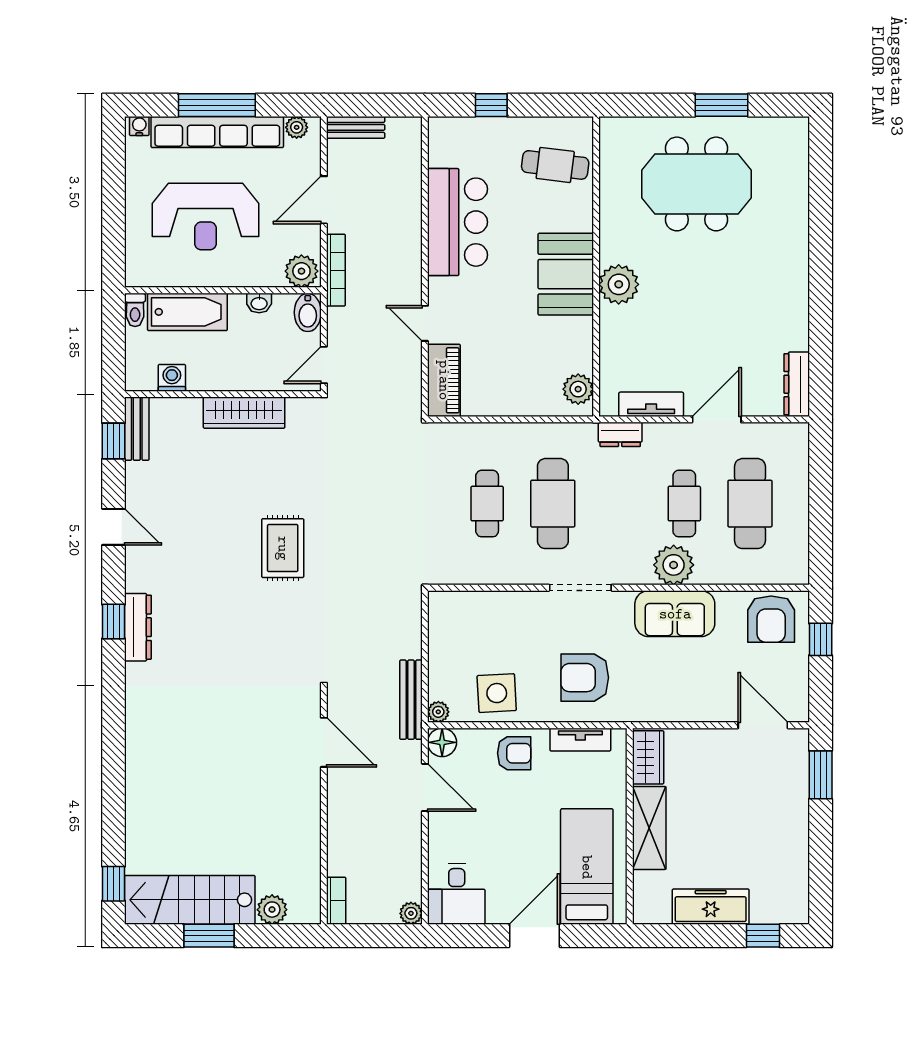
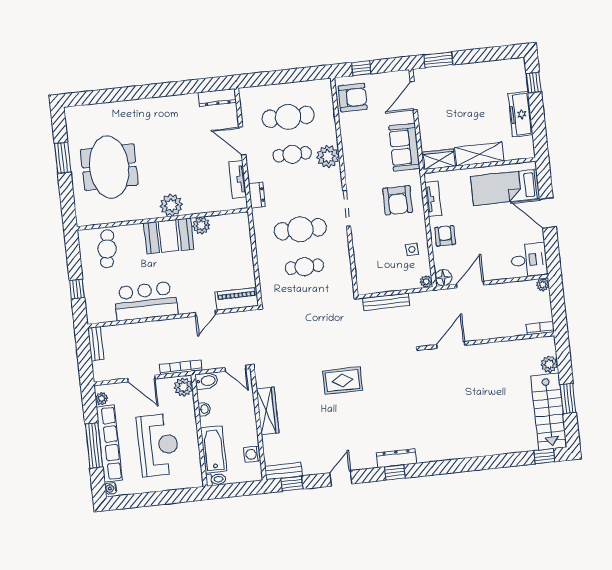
bench: (356, 127) -> (96, 344), moved
plant: (578, 389) -> (201, 225), moved
sofa: (675, 614) -> (404, 147), moved, turned 180
side table: (497, 693) -> (412, 249), width x0.54, depth x0.54
bench: (411, 700) -> (386, 302), moved

